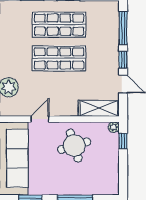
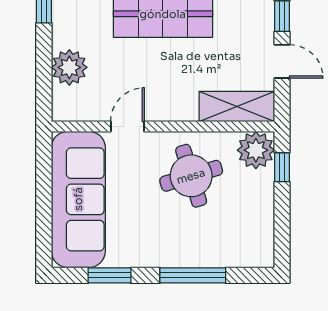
plant: (114, 127) -> (256, 150), width x1.87, depth x1.87

